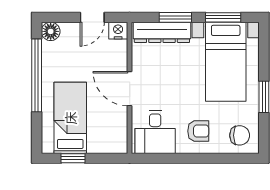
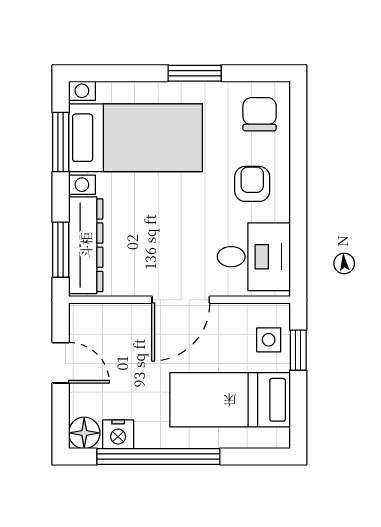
window: (175, 17) -> (61, 250), moved
nightstand: (118, 31) -> (118, 434), moved, turned -90
side table: (106, 141) -> (269, 340), added
window: (73, 158) -> (298, 350), moved

